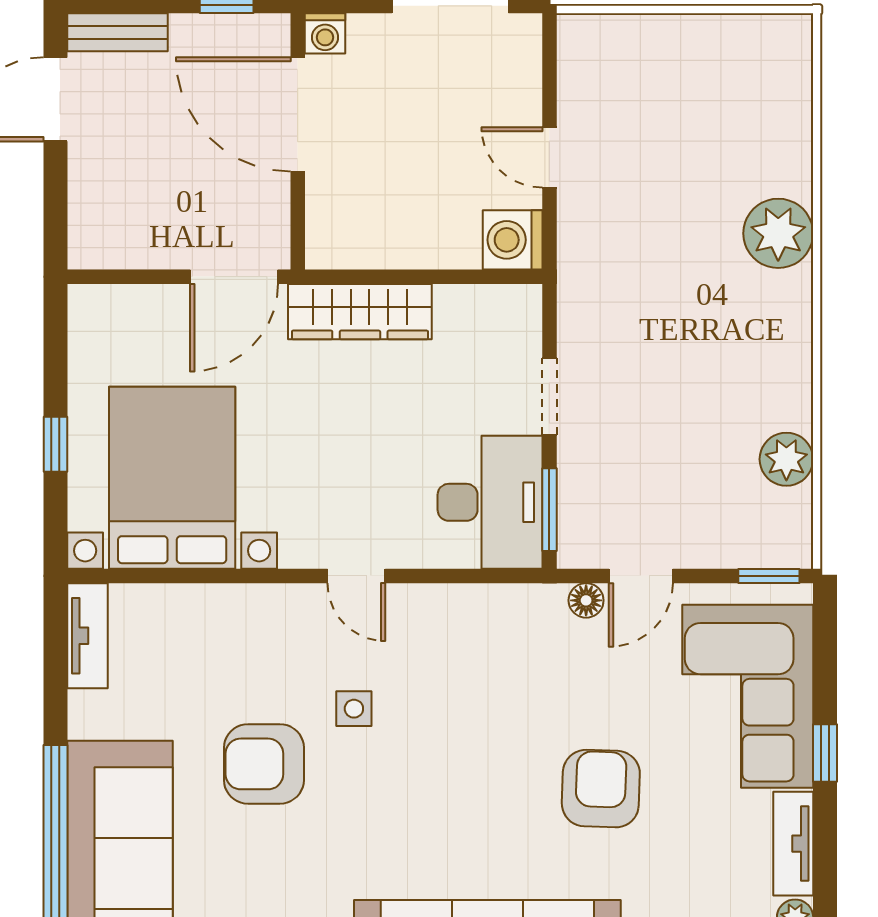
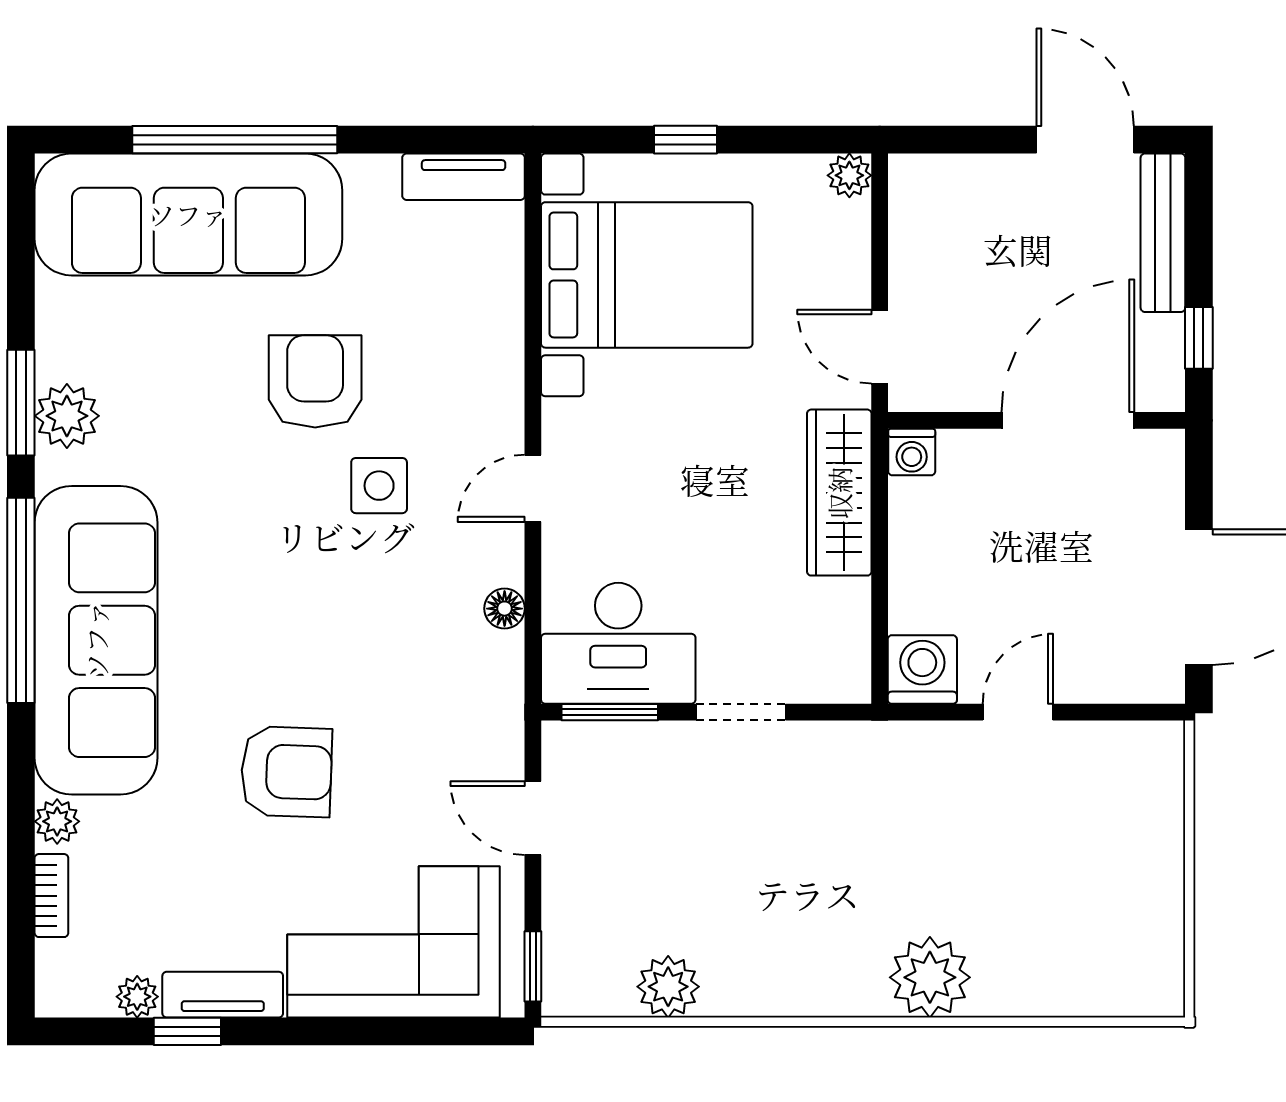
bench: (118, 32) -> (1163, 233), width x1.36
washing machine: (325, 33) -> (912, 452), moved, turned -90
door: (234, 277) -> (880, 347), width x0.73
plant: (86, 303) -> (849, 175), added
floor lamp: (586, 600) -> (505, 609), moved
side table: (354, 709) -> (379, 486), width x1.37, depth x1.37
window: (825, 753) -> (187, 1031), moved

